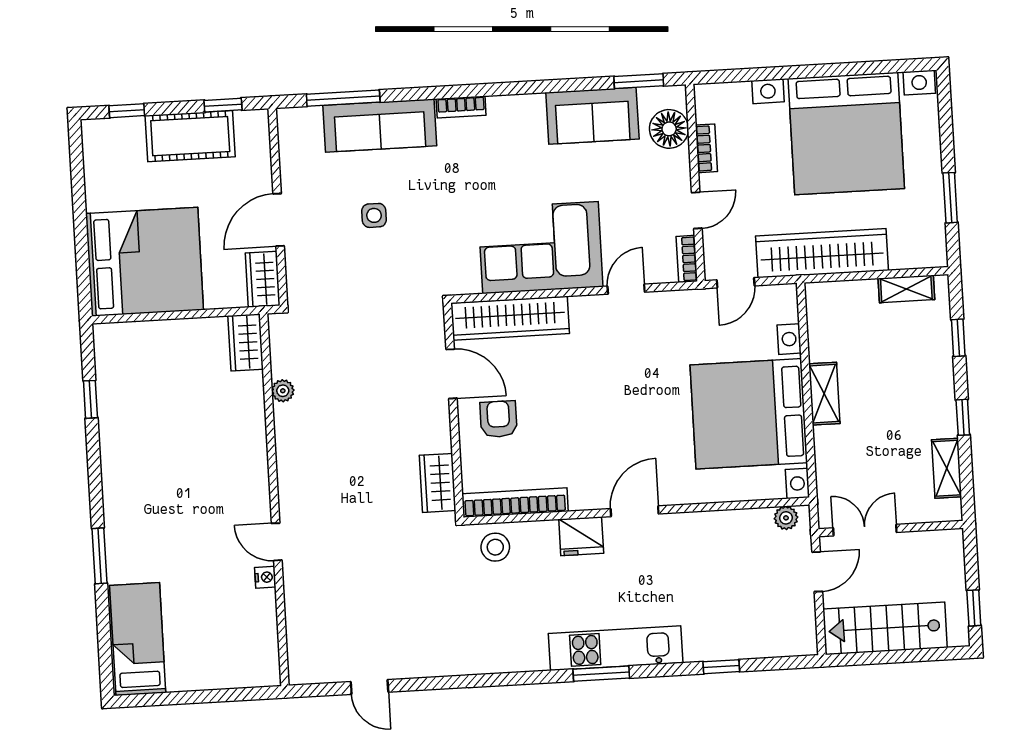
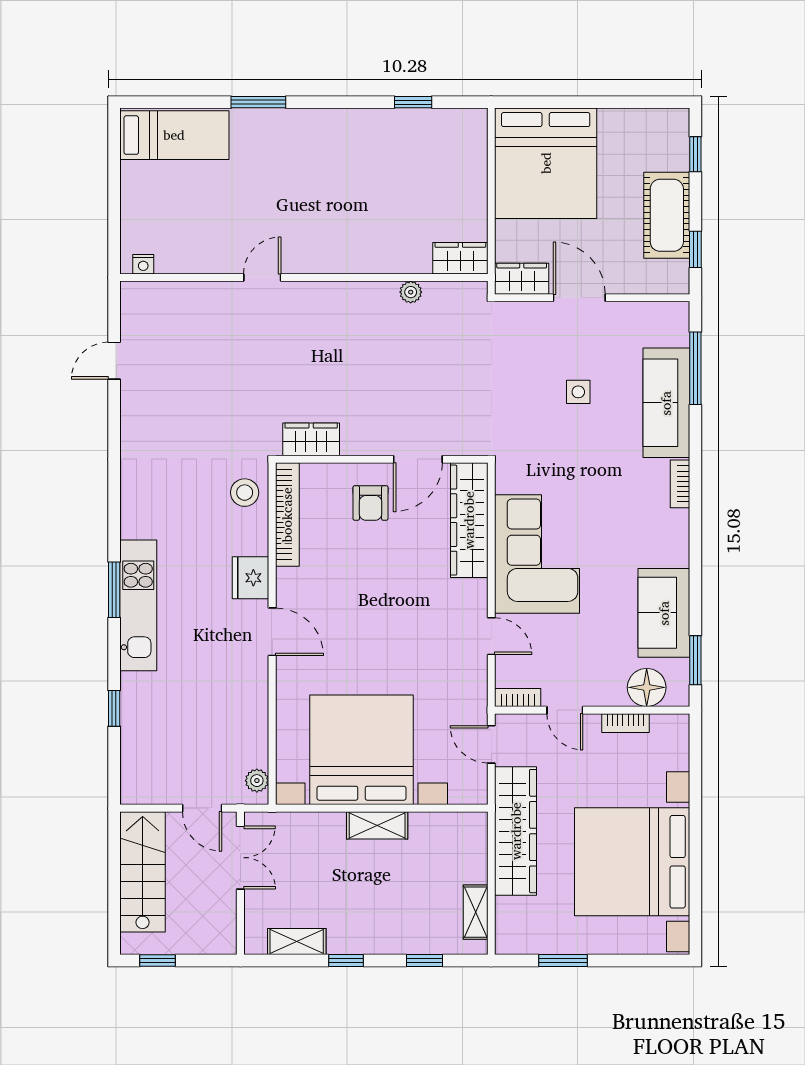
armchair: (498, 419) -> (371, 503), turned 90
nightstand: (265, 577) -> (143, 264), moved

